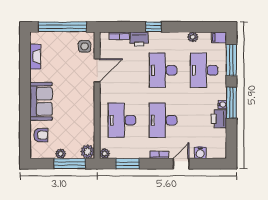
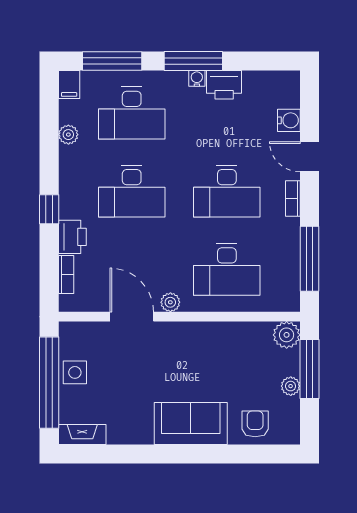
side table: (85, 46) -> (75, 372), moved
fireplace: (35, 57) -> (82, 434), moved
plant: (105, 154) -> (170, 302), moved
window: (128, 164) -> (309, 259), width x1.44

